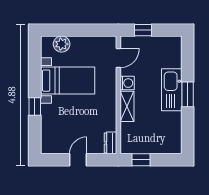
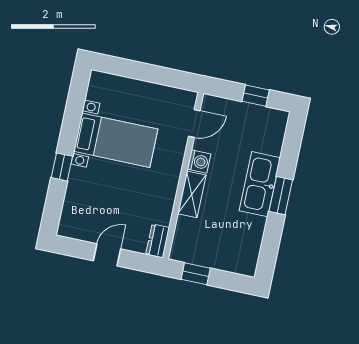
window: (143, 30) -> (256, 96), moved
plant: (62, 44) -> (118, 87), removed

